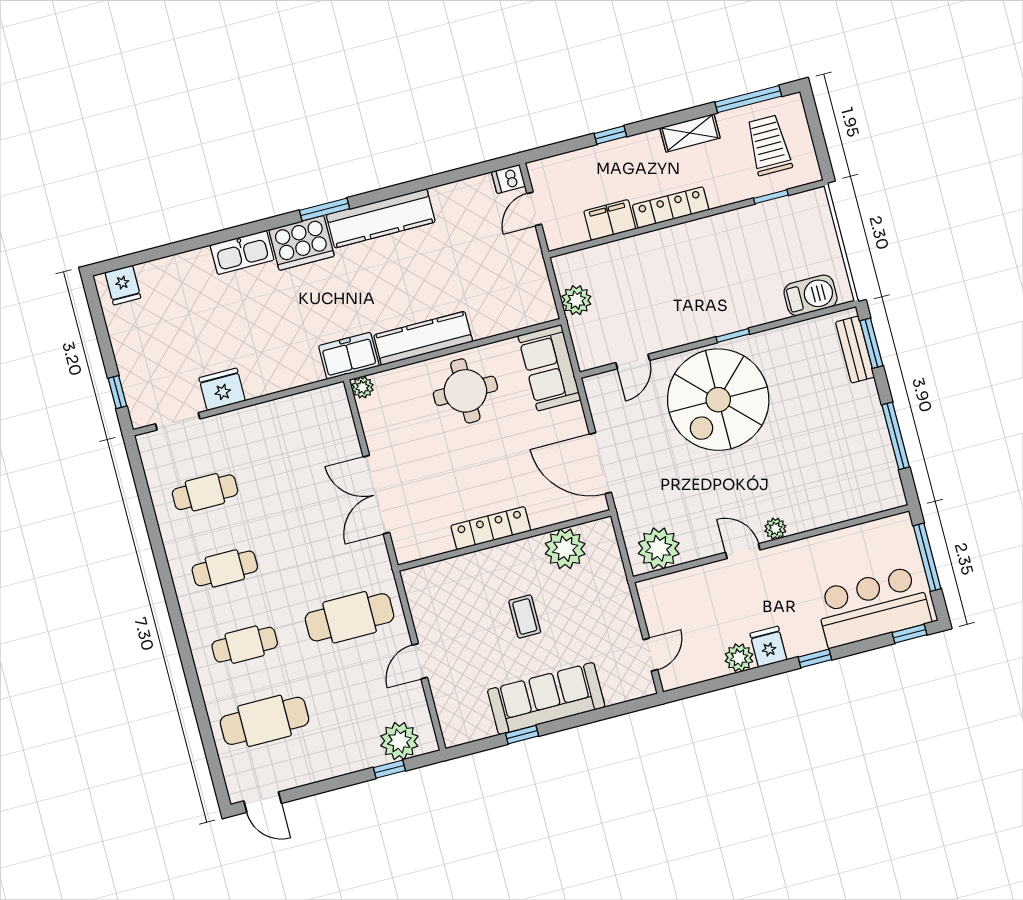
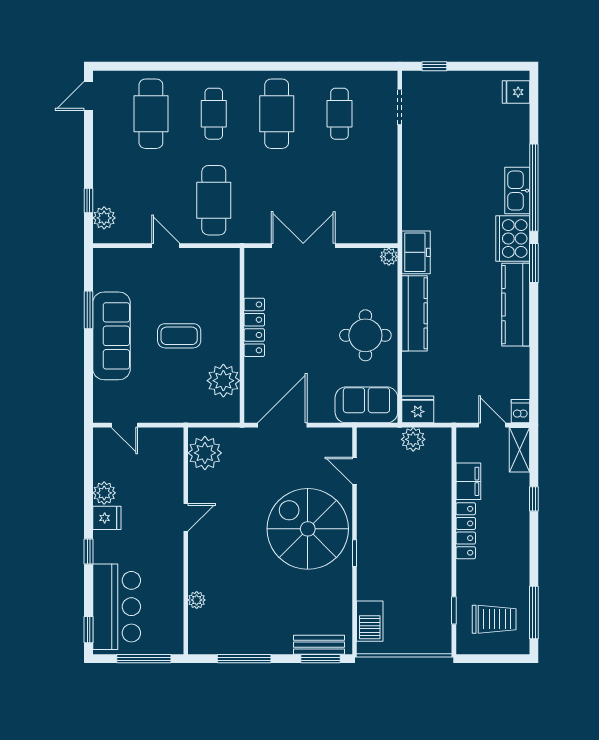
shelving: (690, 133) -> (519, 450), moved
window: (233, 233) -> (534, 188), added
fridge: (222, 389) -> (418, 409), moved, turned -90
plant: (775, 529) -> (197, 600), moved
cafe table: (225, 568) -> (277, 114), width x1.37, depth x1.35
coffee table: (525, 617) -> (179, 336), width x1.36, depth x1.30
window: (522, 735) -> (88, 310), width x1.50
plant: (399, 741) -> (104, 218), width x0.73, depth x0.73

